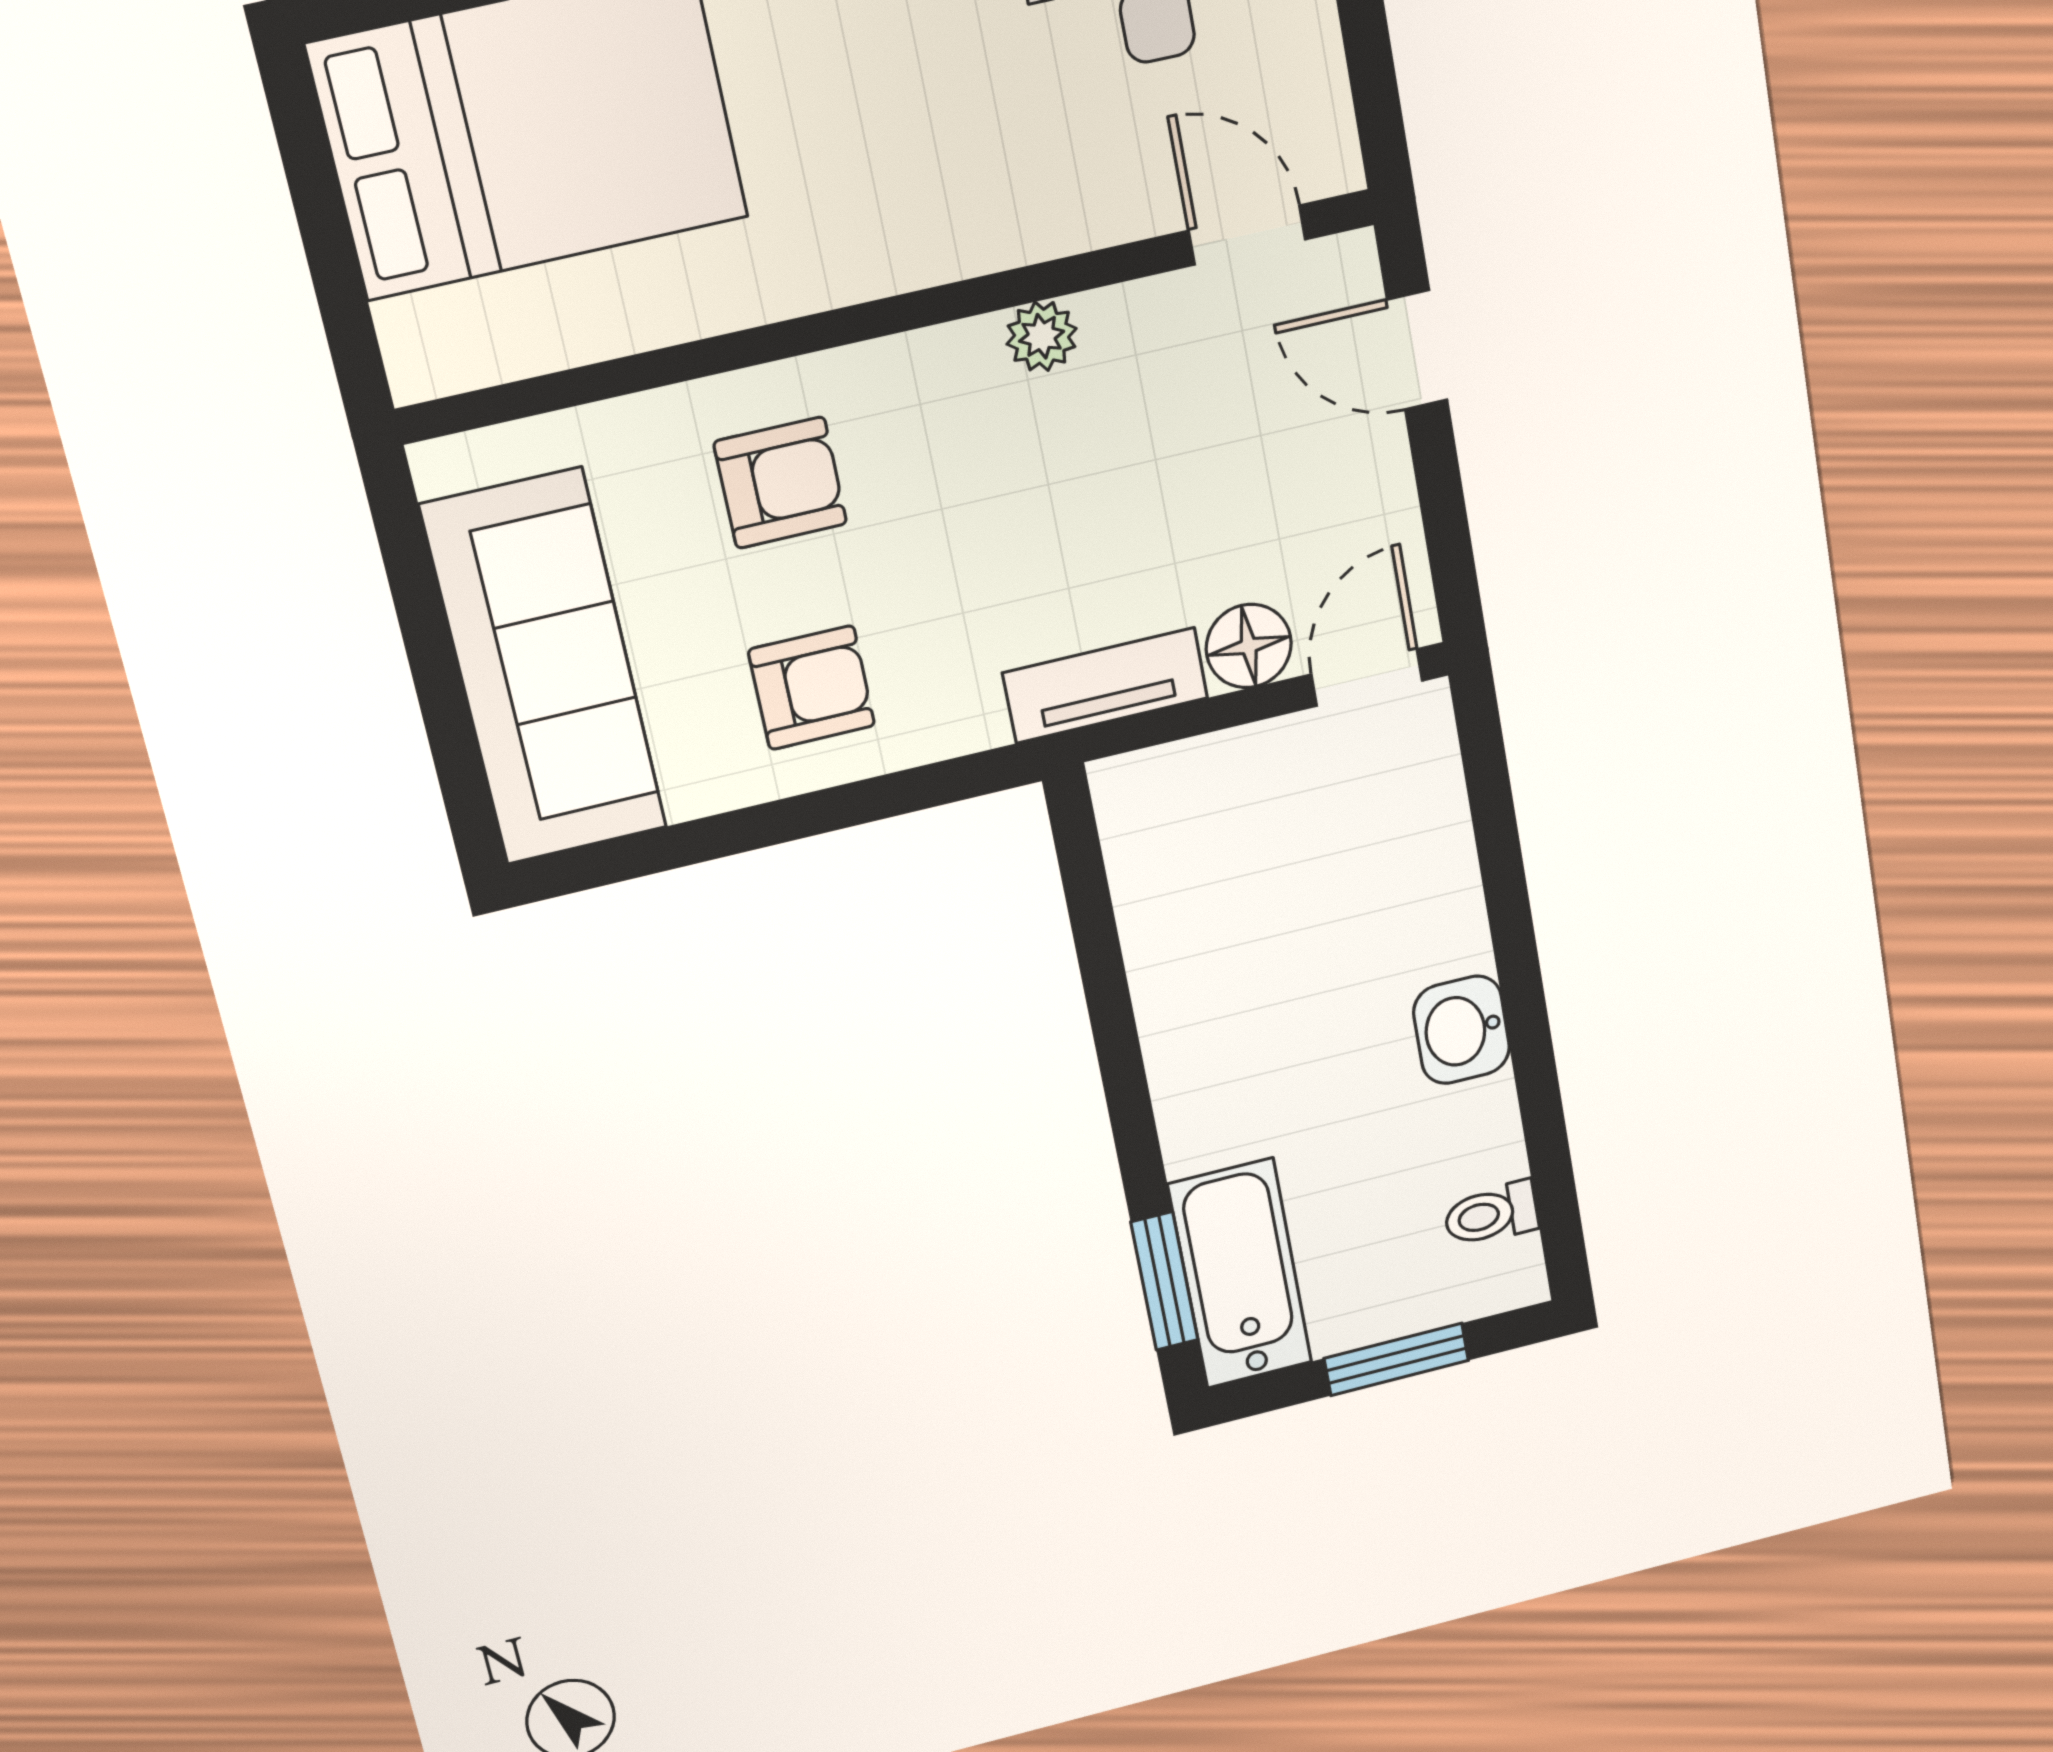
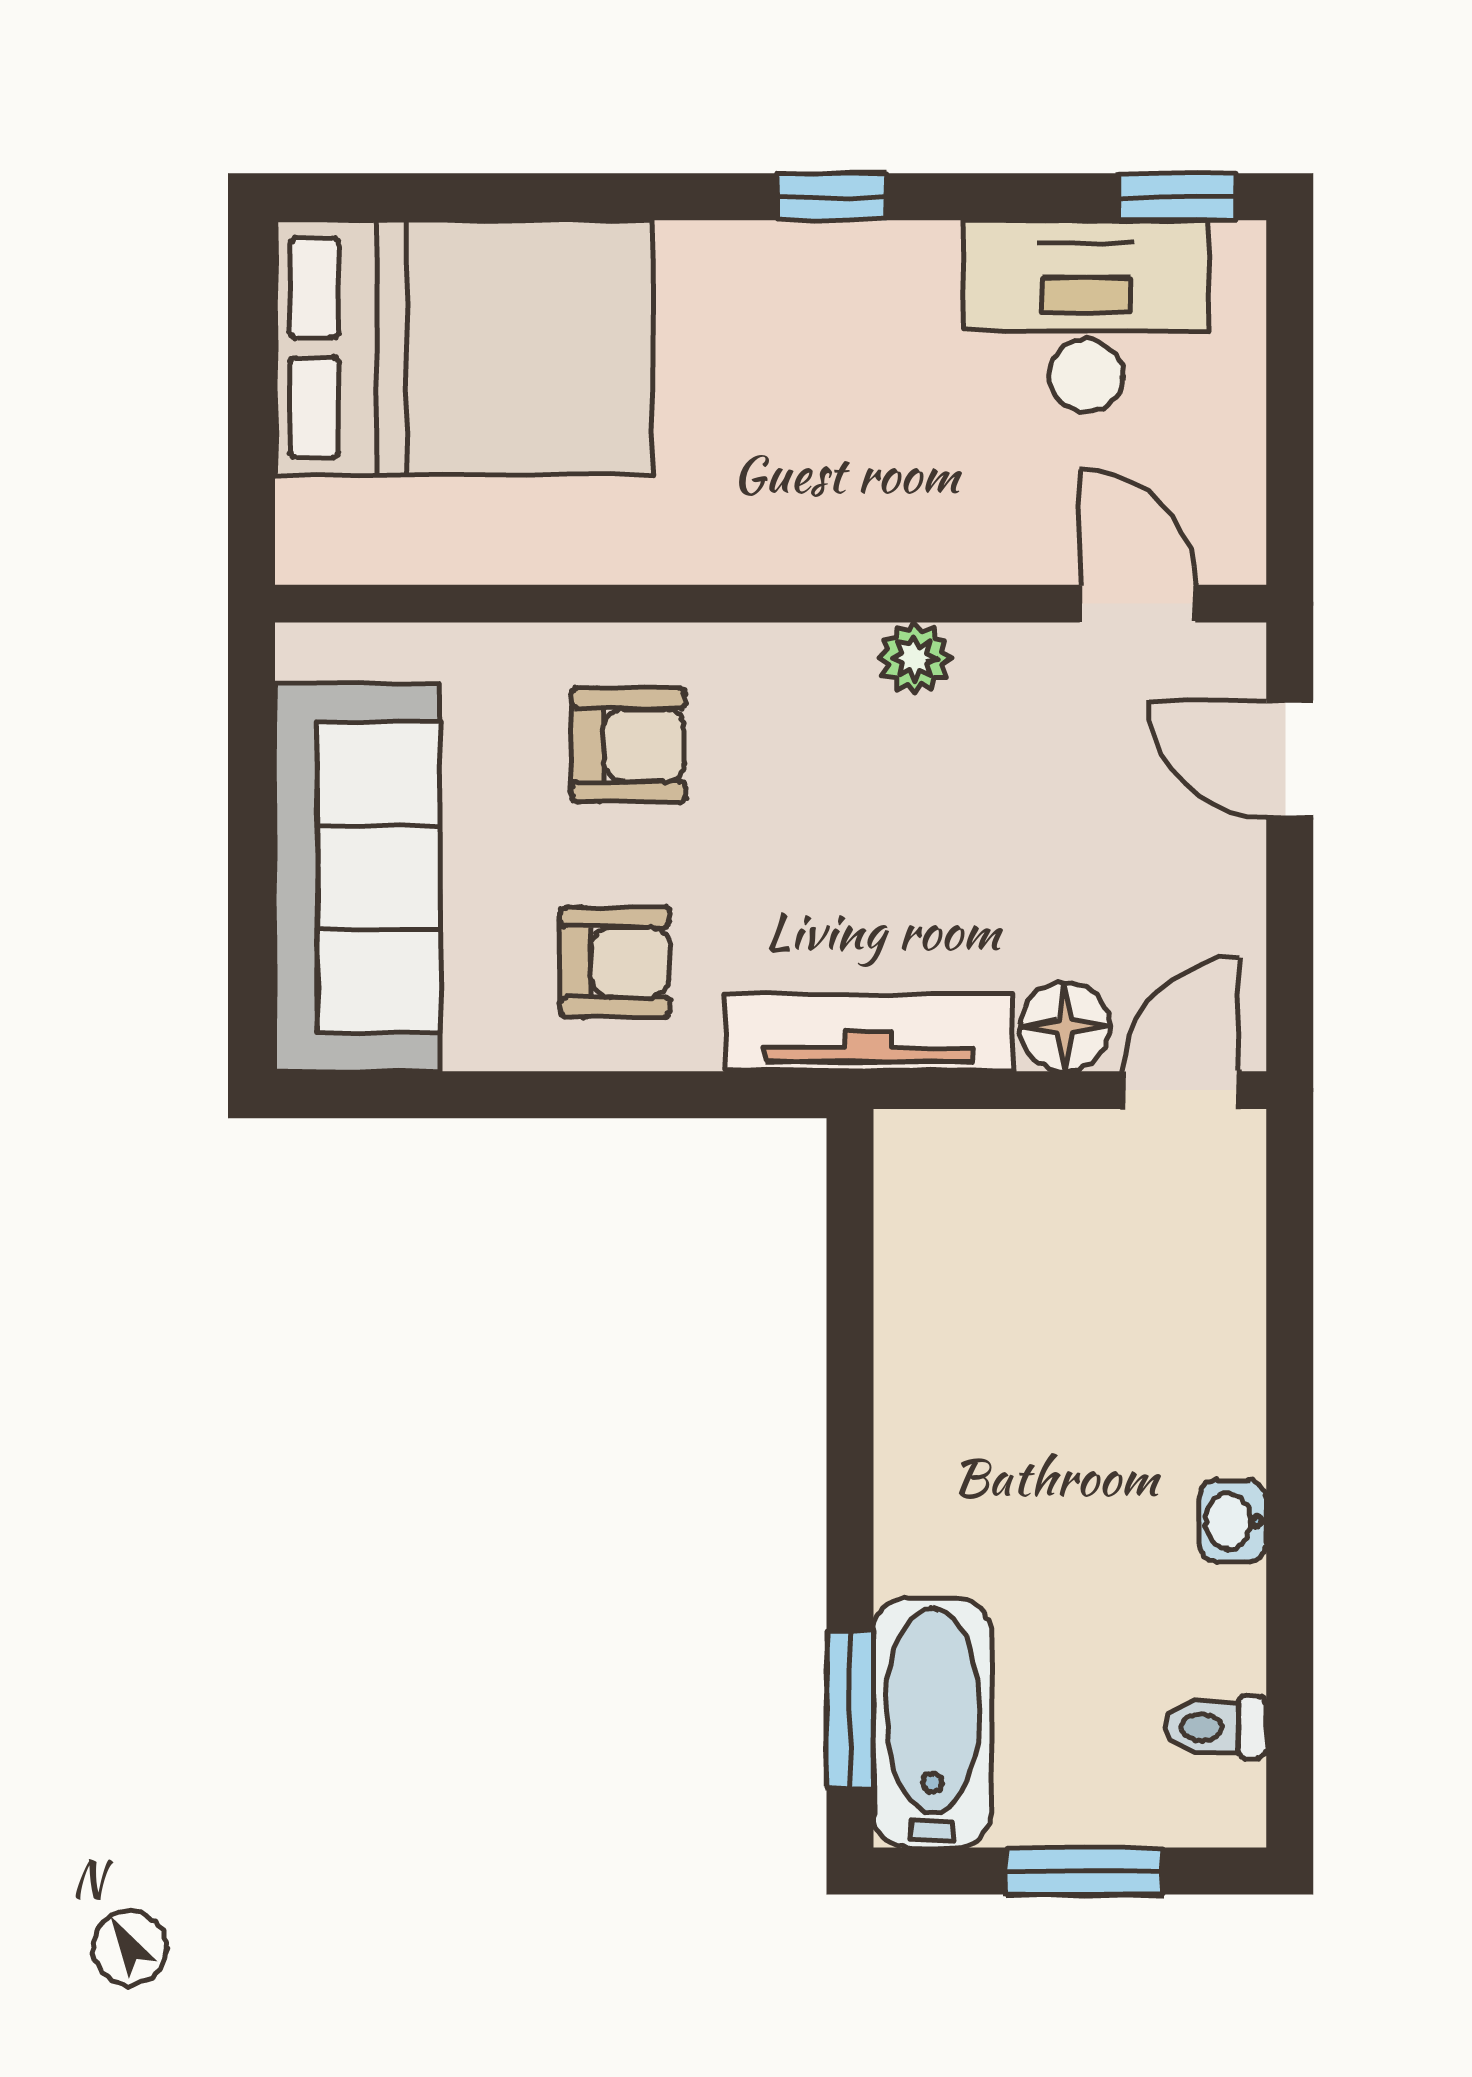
tv unit: (1105, 685) -> (869, 1032), width x1.41
washbasin: (1462, 1030) -> (1233, 1521), width x0.72, depth x0.69

